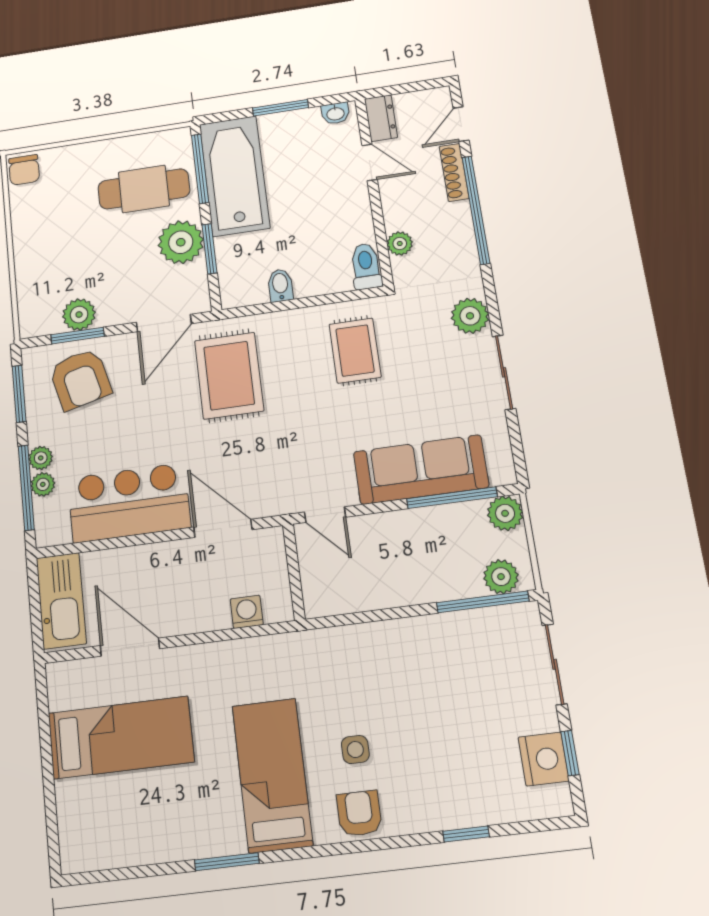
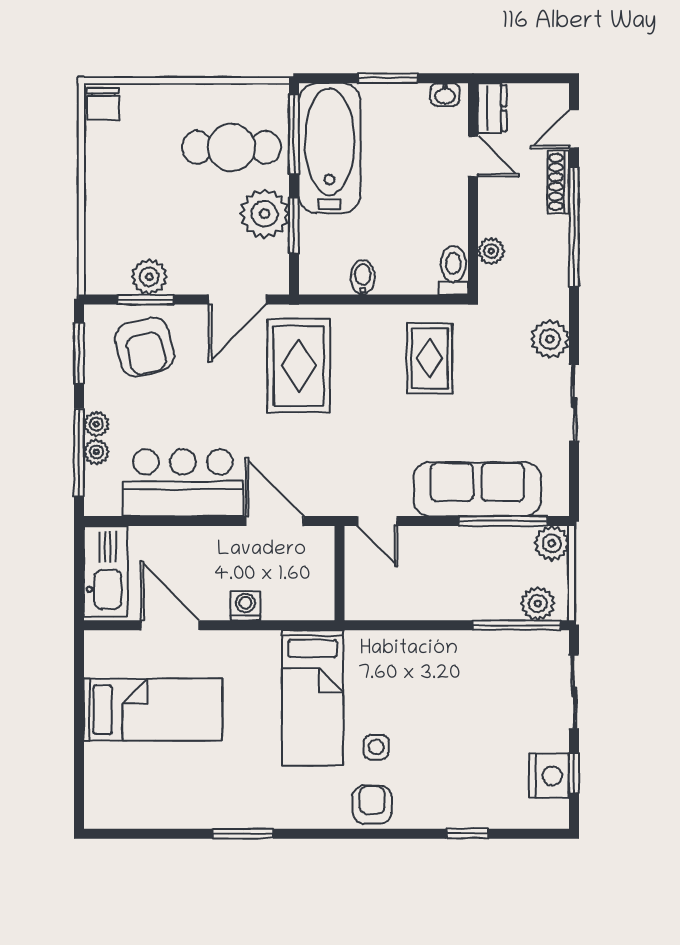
washing machine: (247, 612) -> (245, 606), moved
bed: (272, 775) -> (313, 698), moved, turned 180

